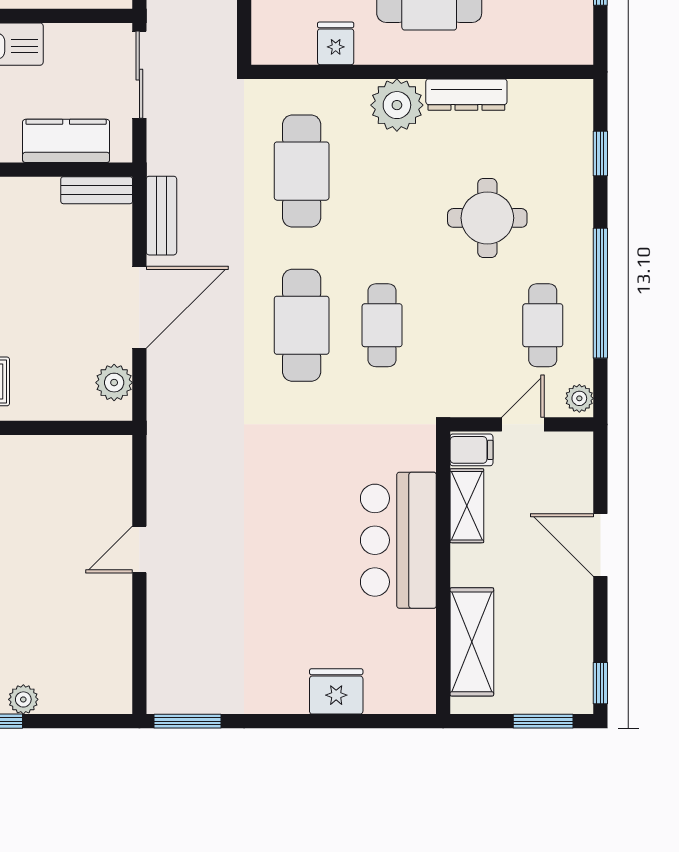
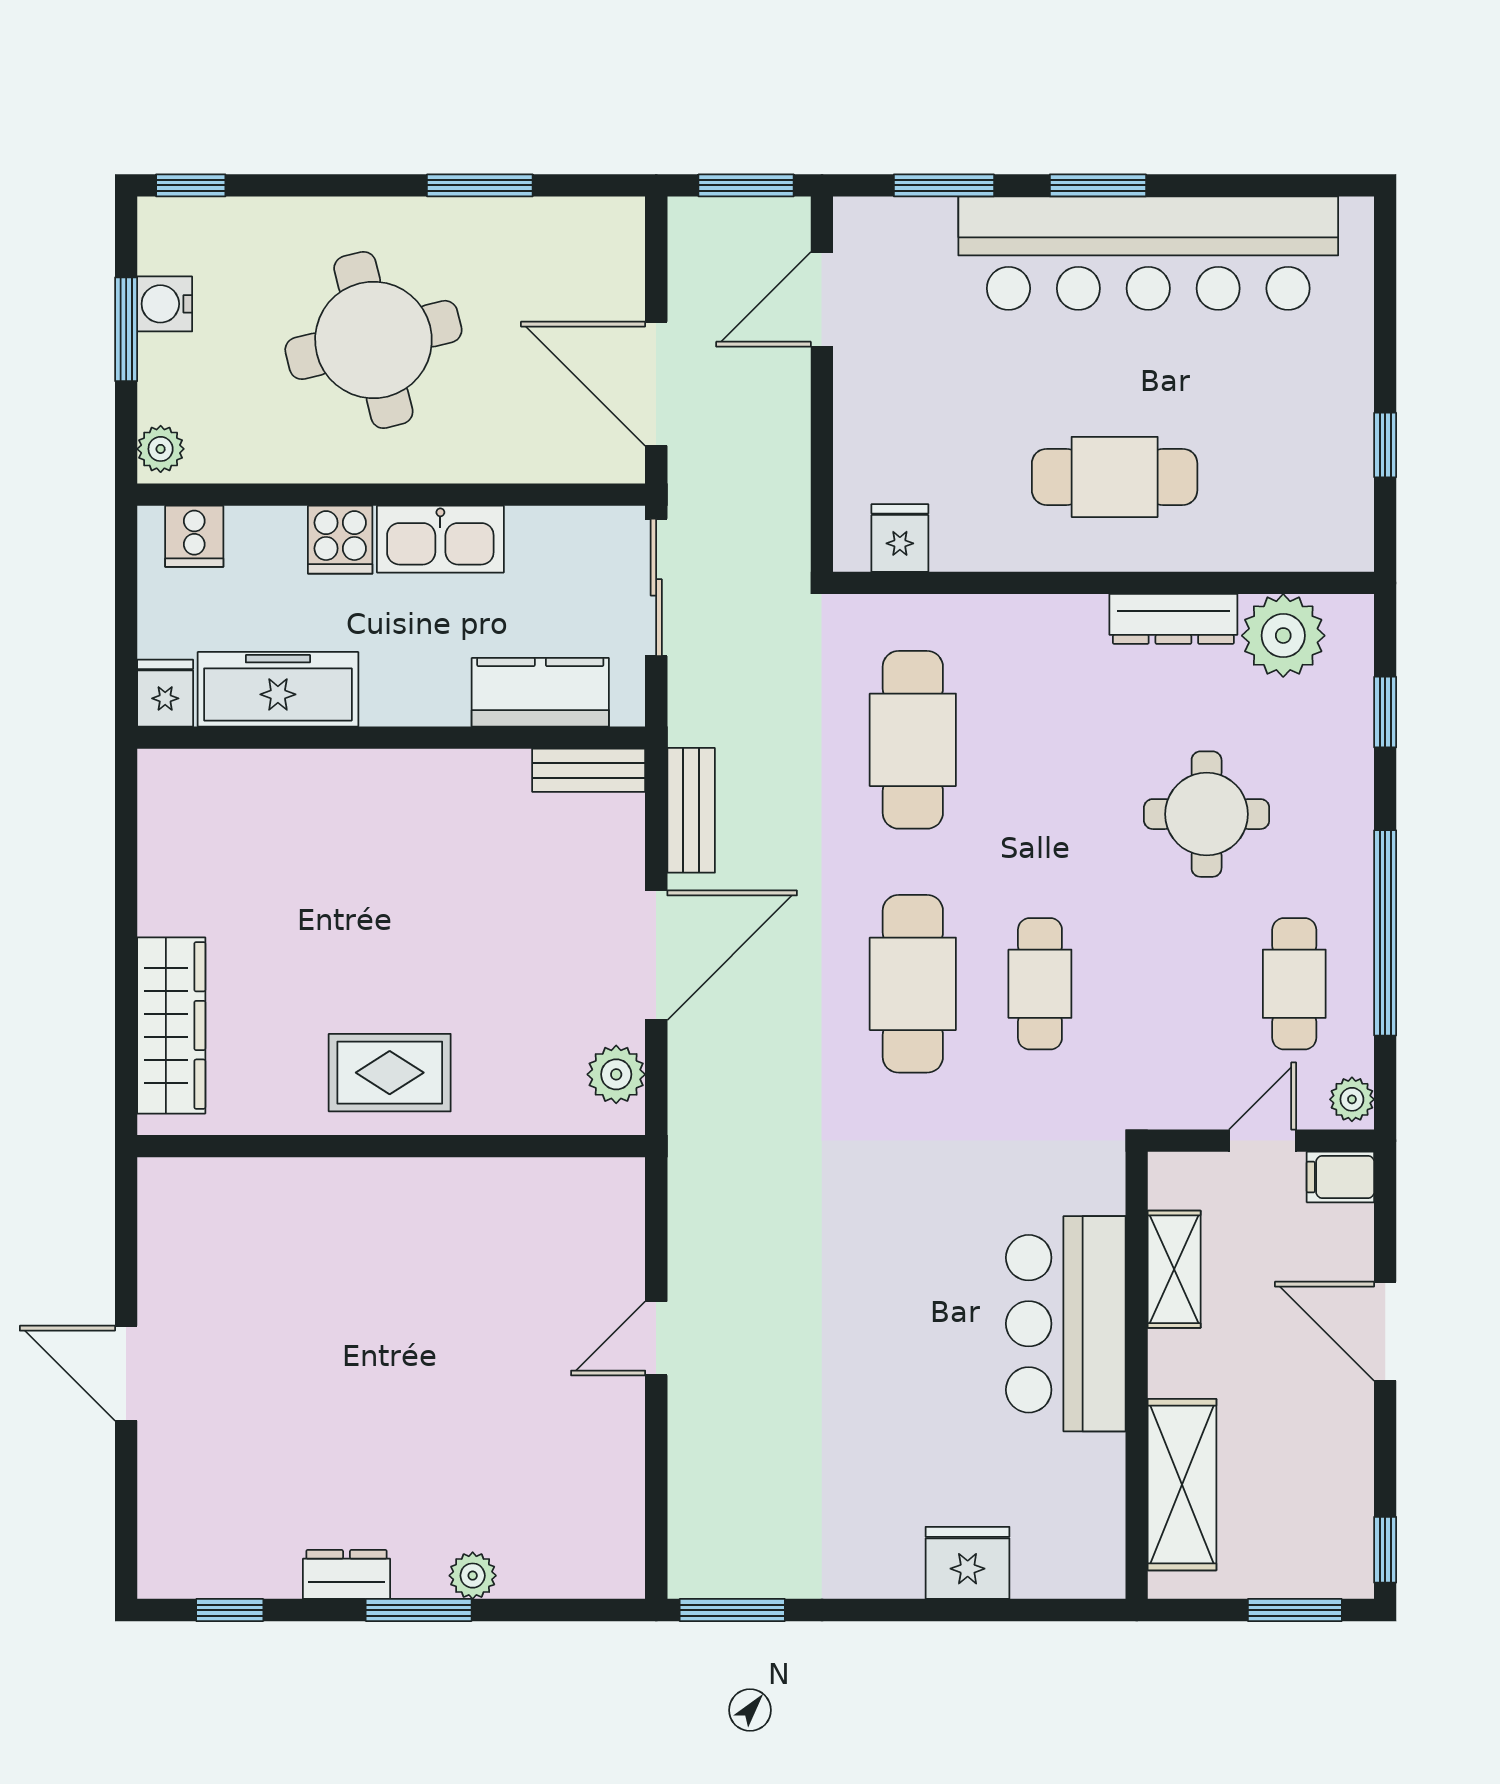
fridge: (336, 43) -> (900, 538), moved
plant: (397, 105) -> (1283, 636), moved
filing cabinet: (471, 450) -> (1340, 1177), moved, turned 180

